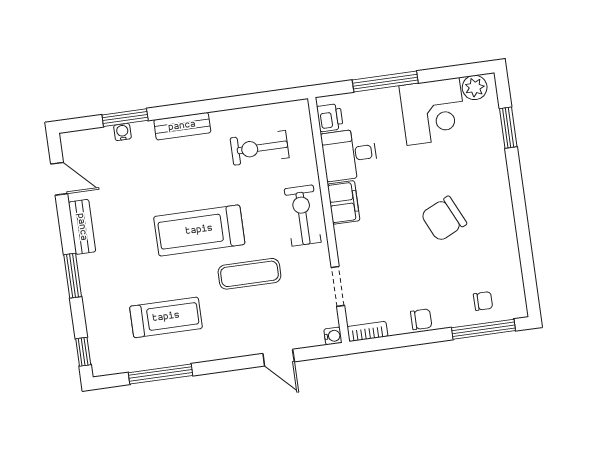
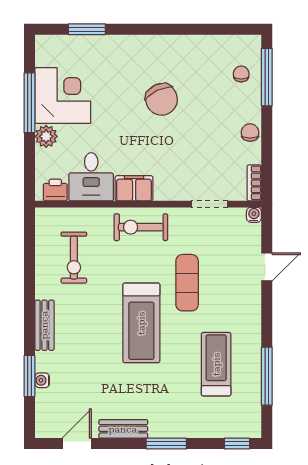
window: (385, 82) -> (29, 103), moved
plant: (475, 87) -> (46, 136), moved

